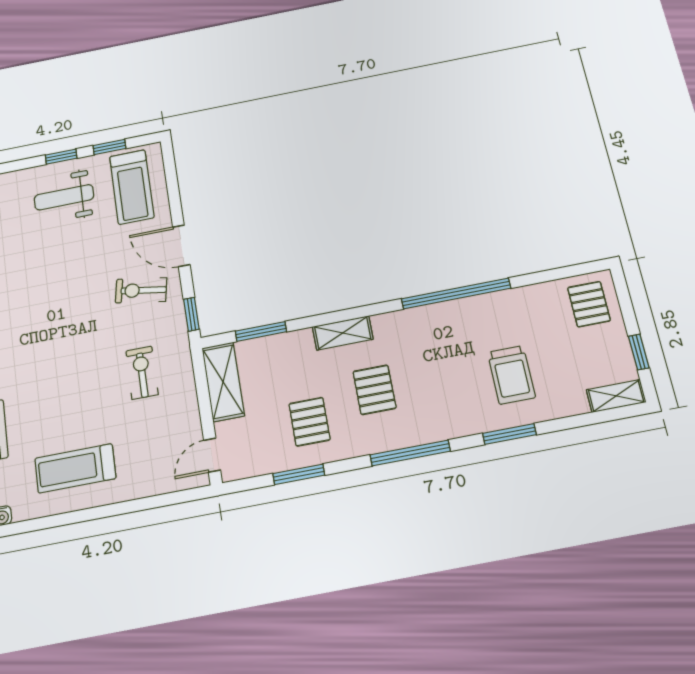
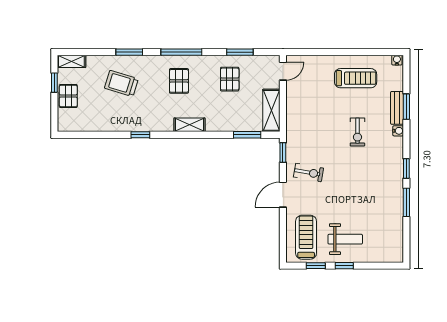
door: (181, 246) -> (283, 195), swing flipped
window: (456, 294) -> (140, 135), width x0.32
pallet: (589, 304) -> (68, 96), moved
shelving: (343, 333) -> (190, 125), moved
exercise bike: (142, 373) -> (357, 132), moved
trolley: (511, 375) -> (121, 83), turned -73
pallet: (375, 390) -> (179, 81), moved

